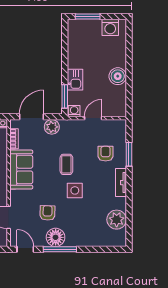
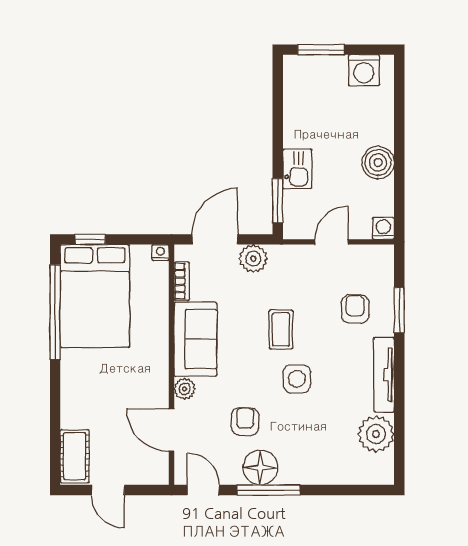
washing machine: (74, 111) -> (383, 229), moved
tv unit: (121, 183) -> (384, 375), width x1.41
plant: (16, 196) -> (185, 389), added

